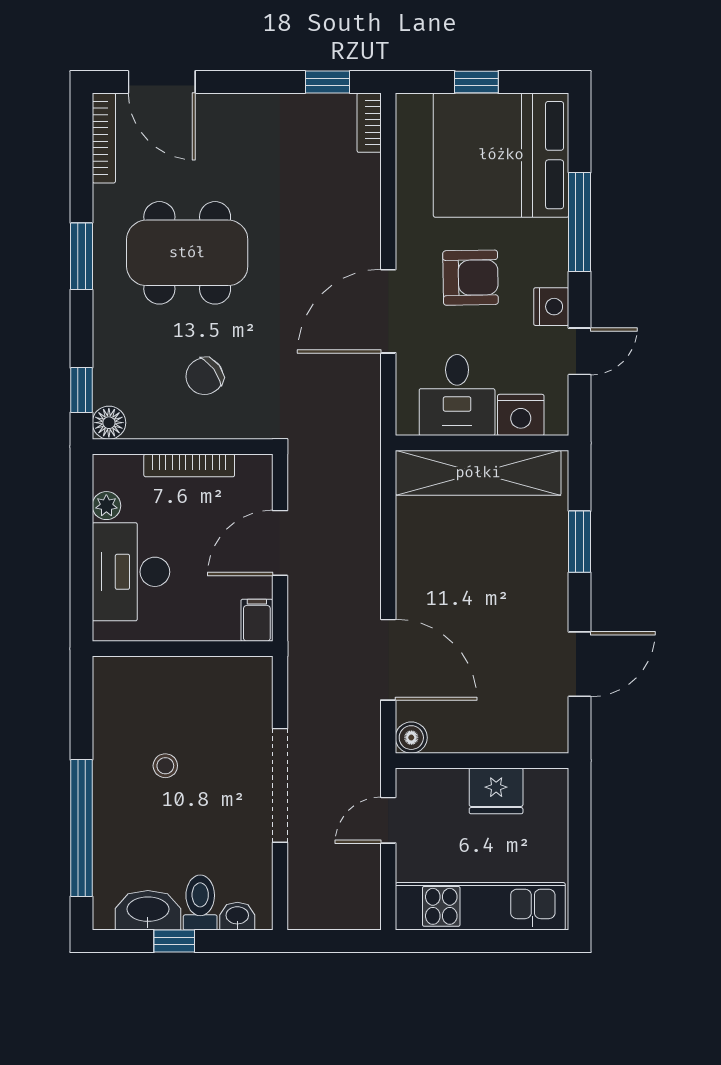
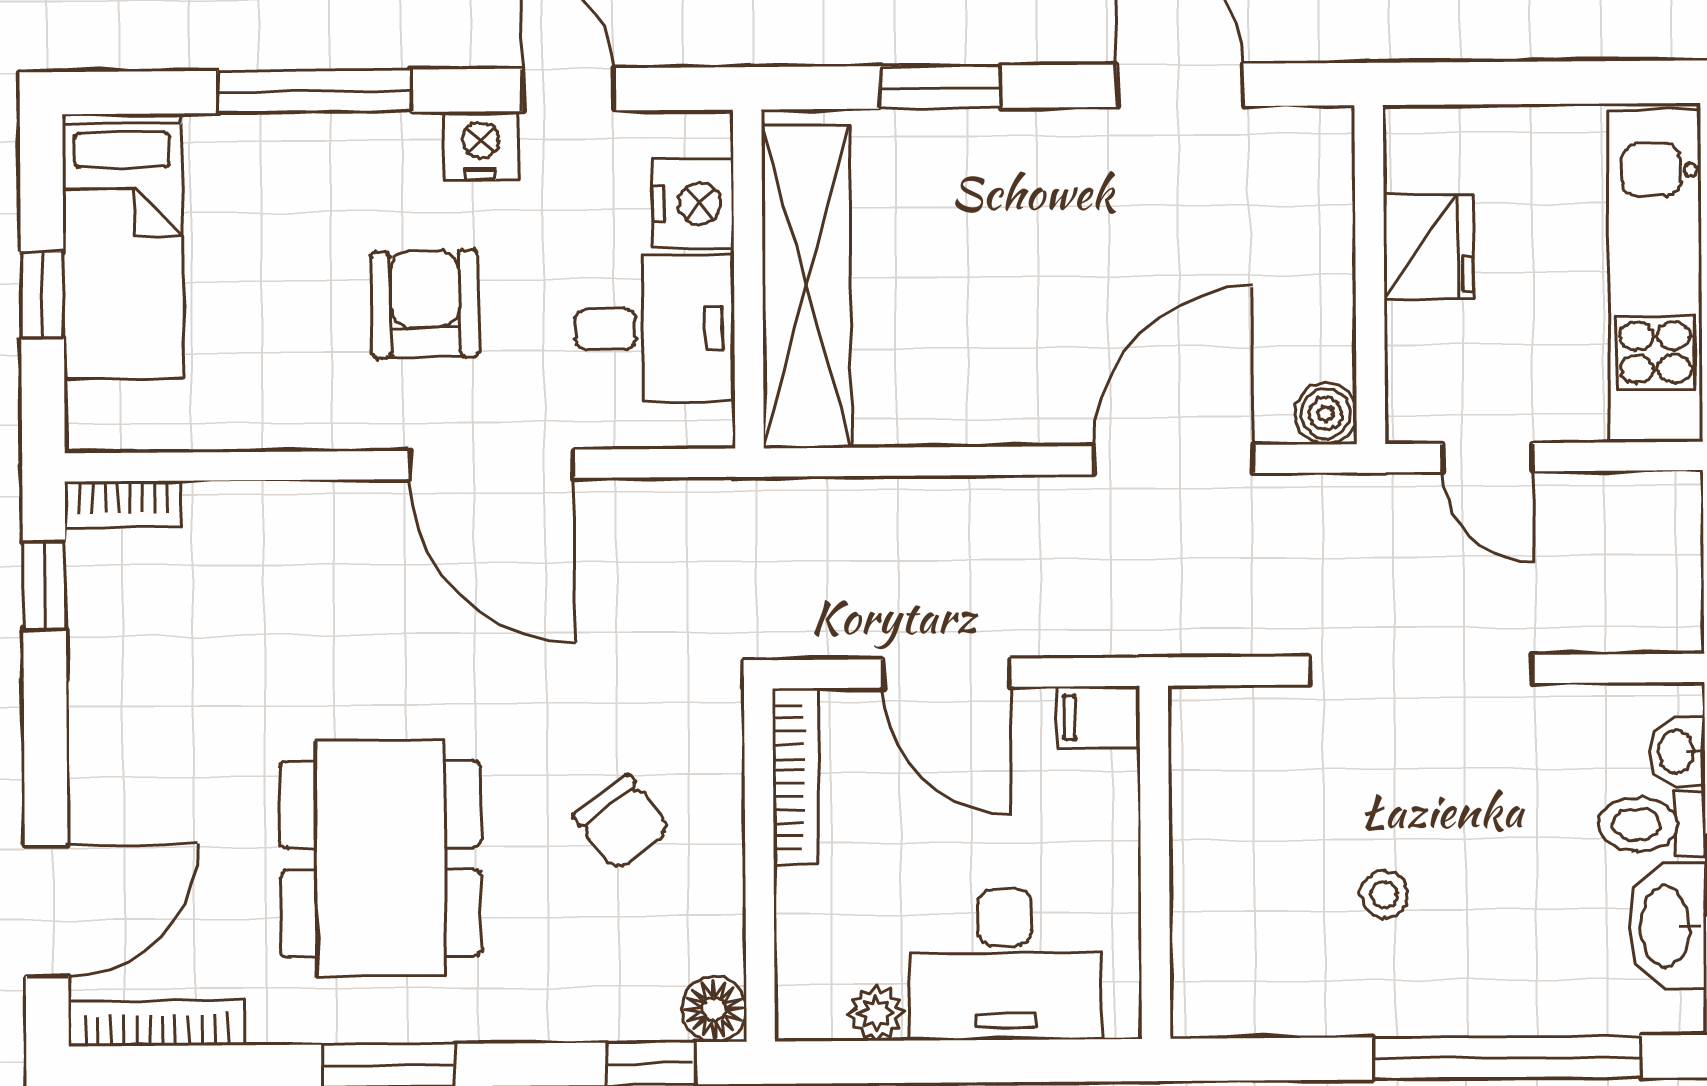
bed: (501, 155) -> (123, 246), width x0.49
bookcase: (189, 465) -> (796, 777), moved

